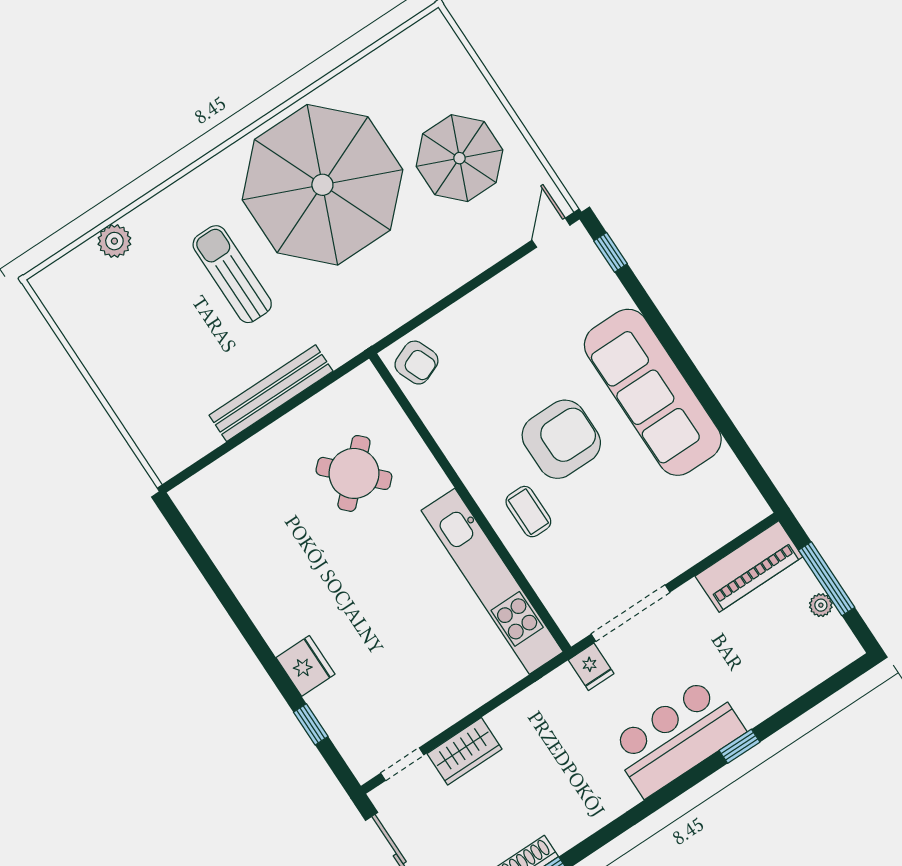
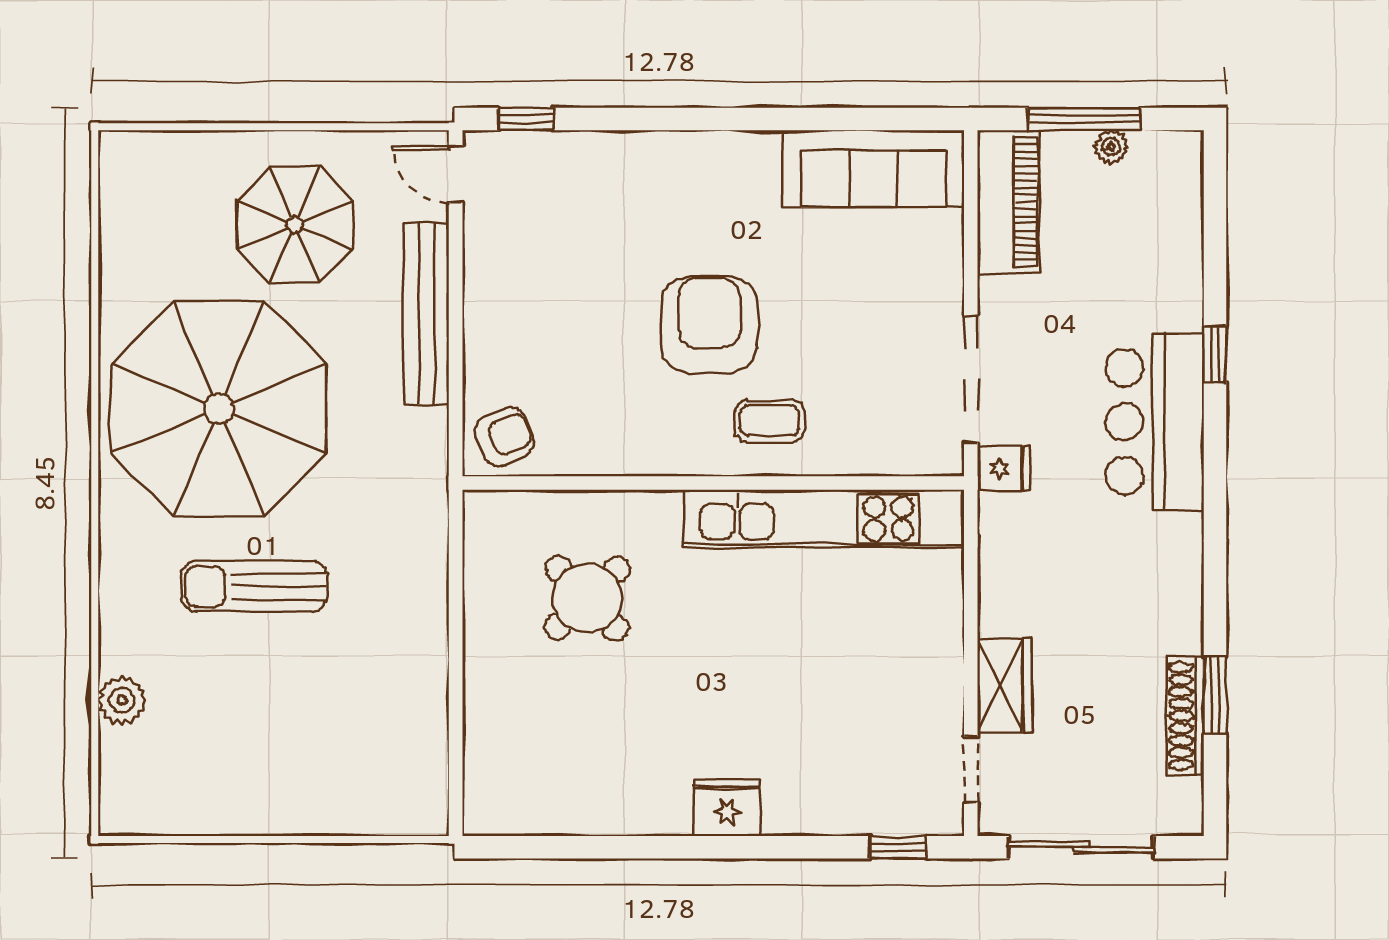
sofa: (653, 392) -> (873, 169), moved, width x0.74, depth x0.79
bench: (271, 393) -> (426, 314), moved
fridge: (305, 666) -> (727, 807), moved
window: (311, 724) -> (898, 847), moved

